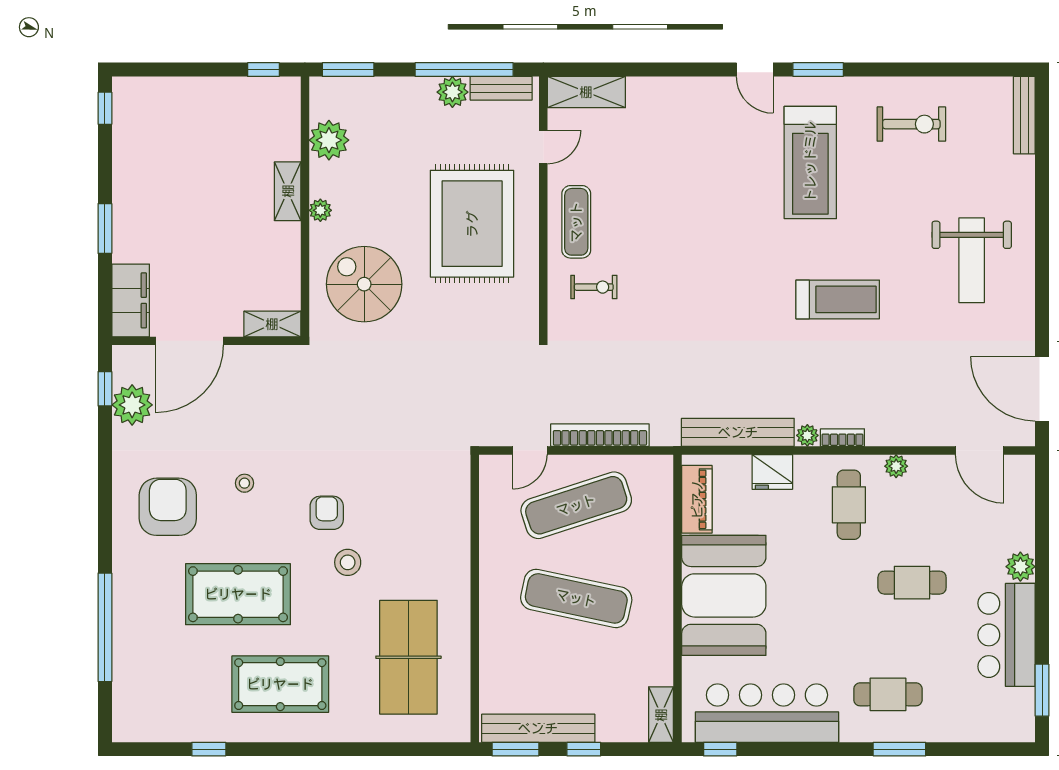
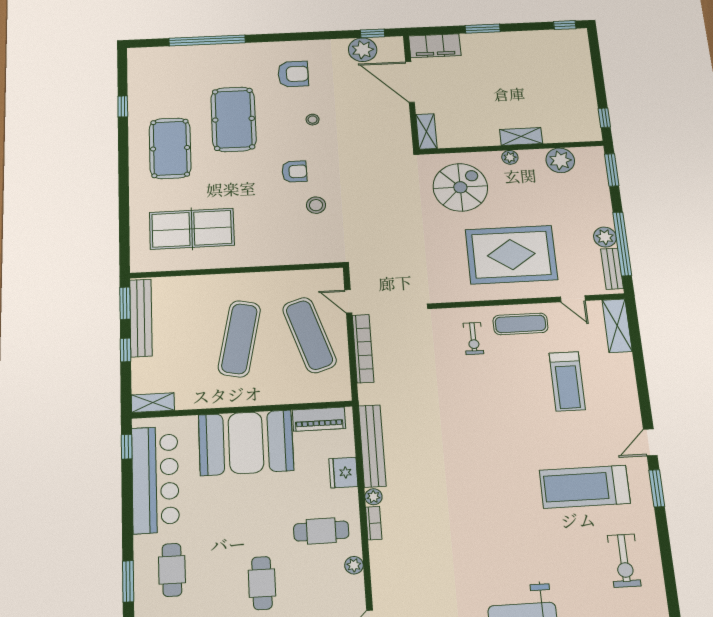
treadmill: (838, 299) -> (567, 381), moved
armchair: (168, 507) -> (293, 74), width x0.73, depth x0.73
stool: (348, 562) -> (316, 205), moved

